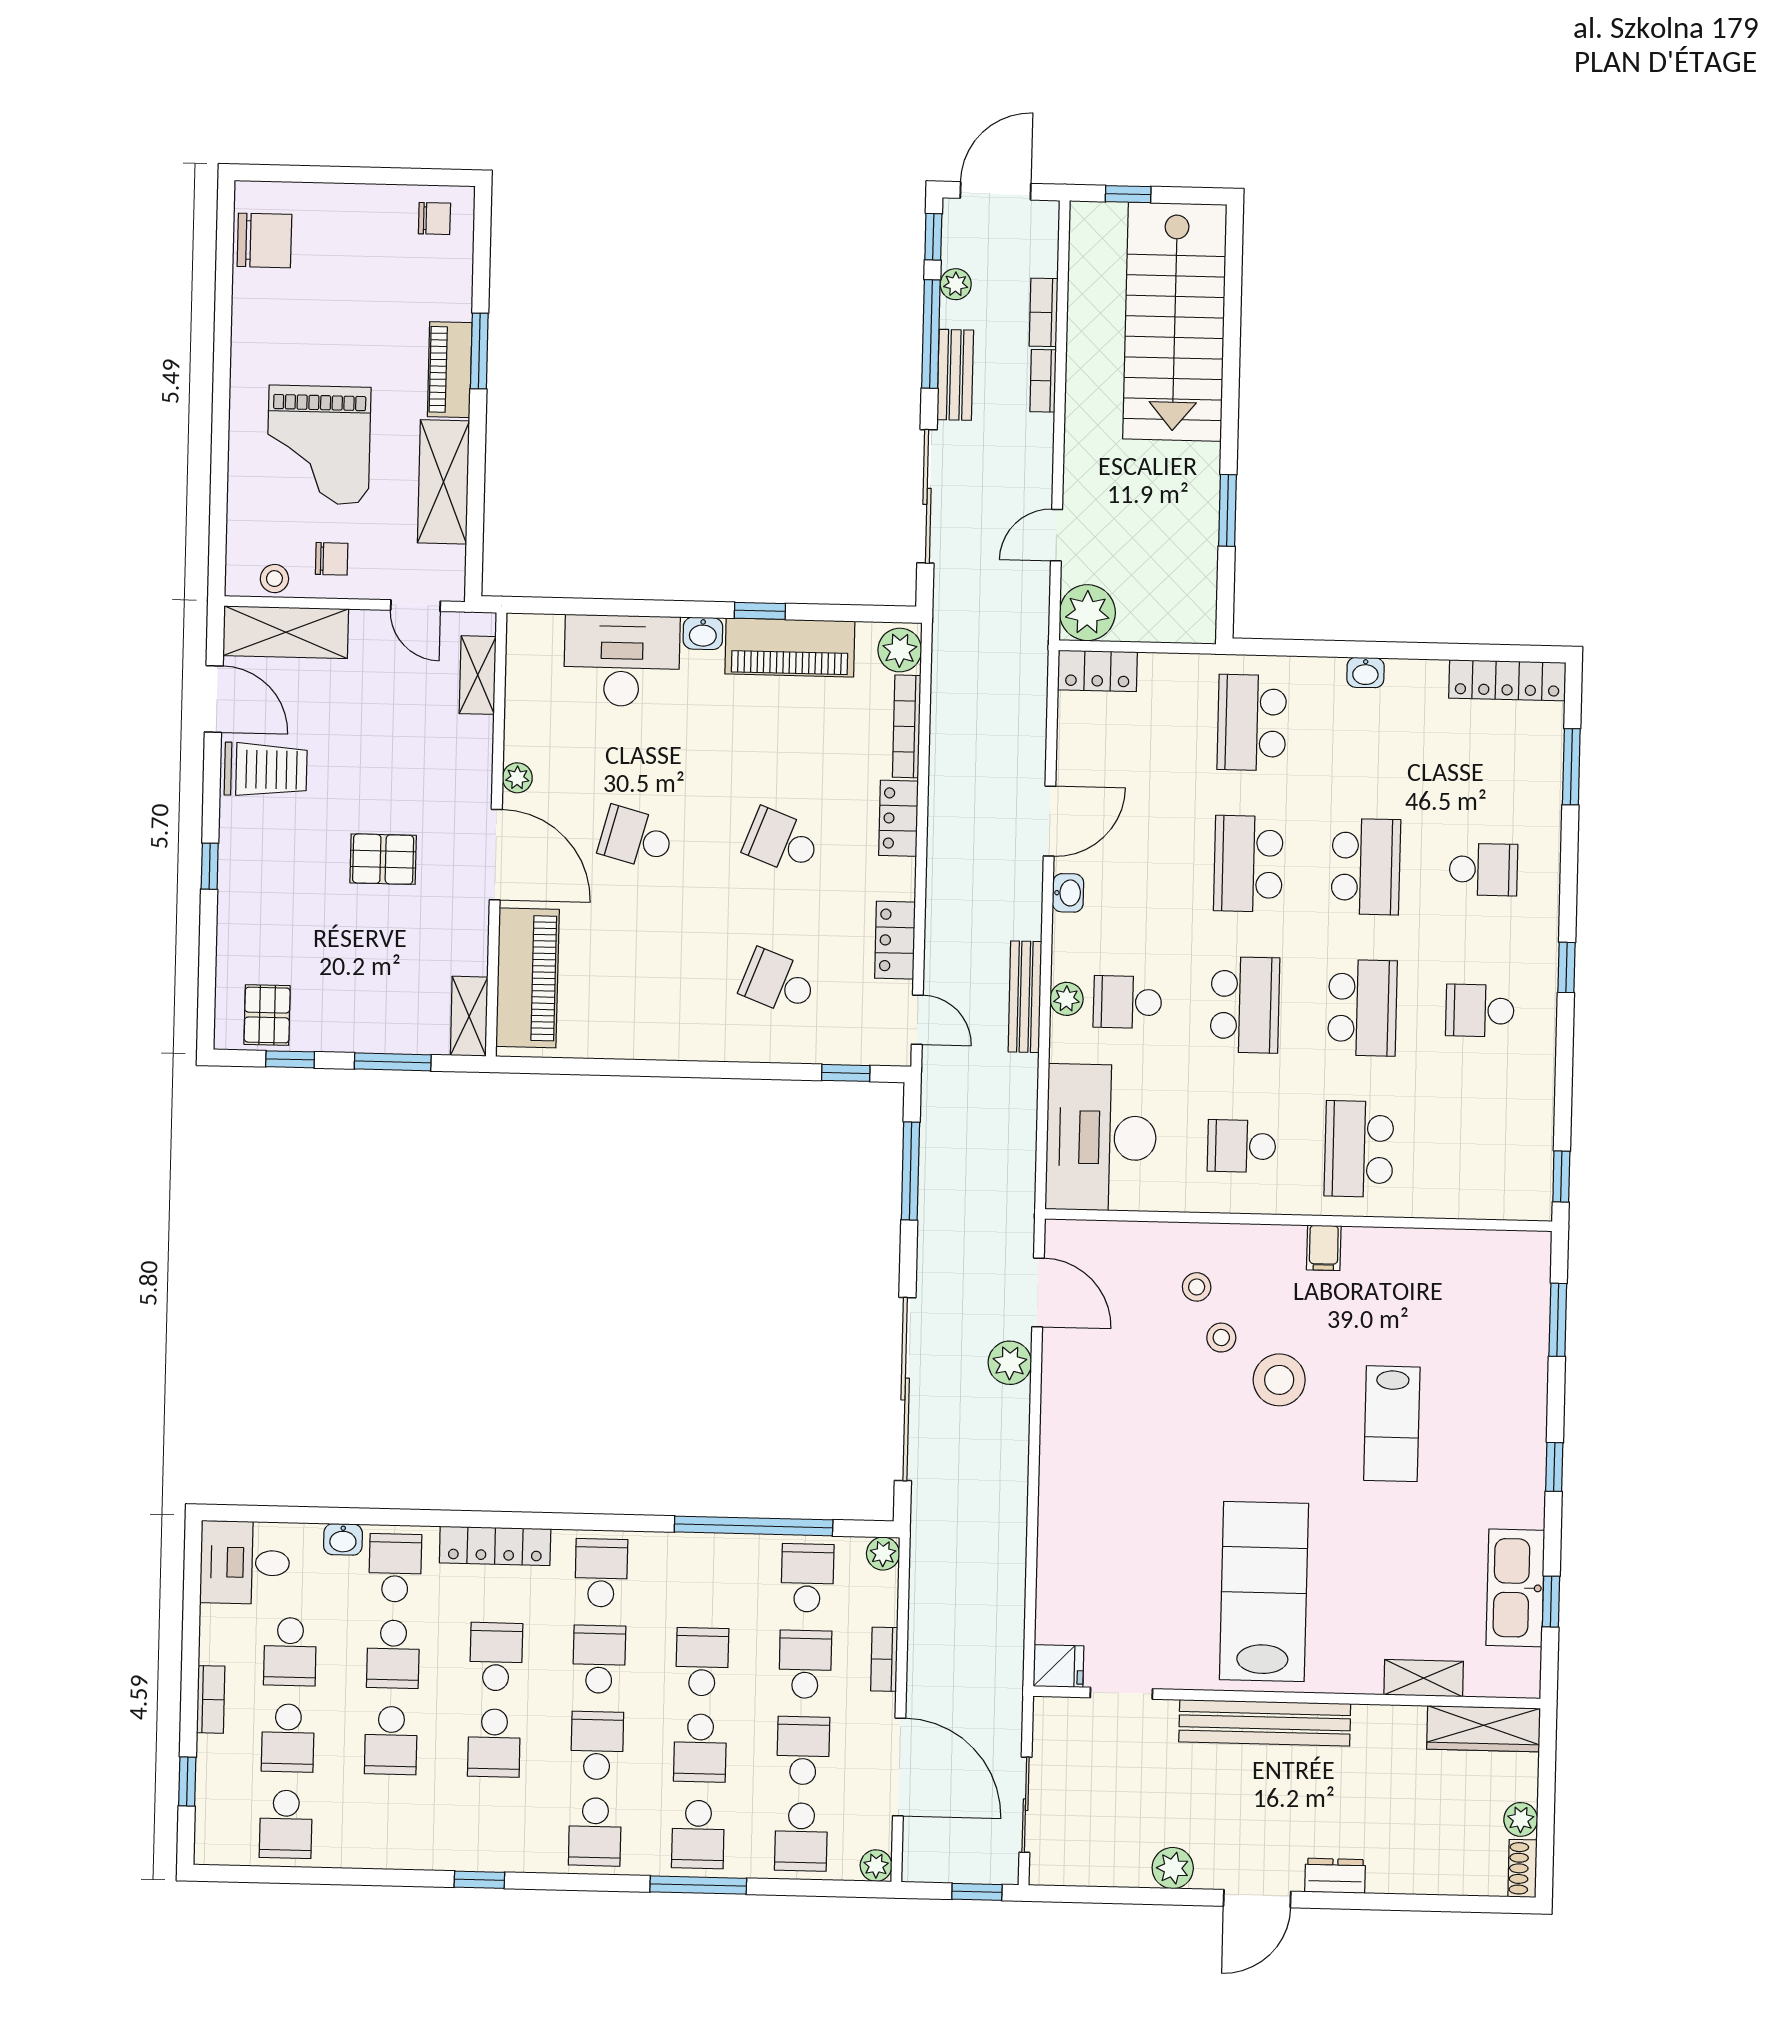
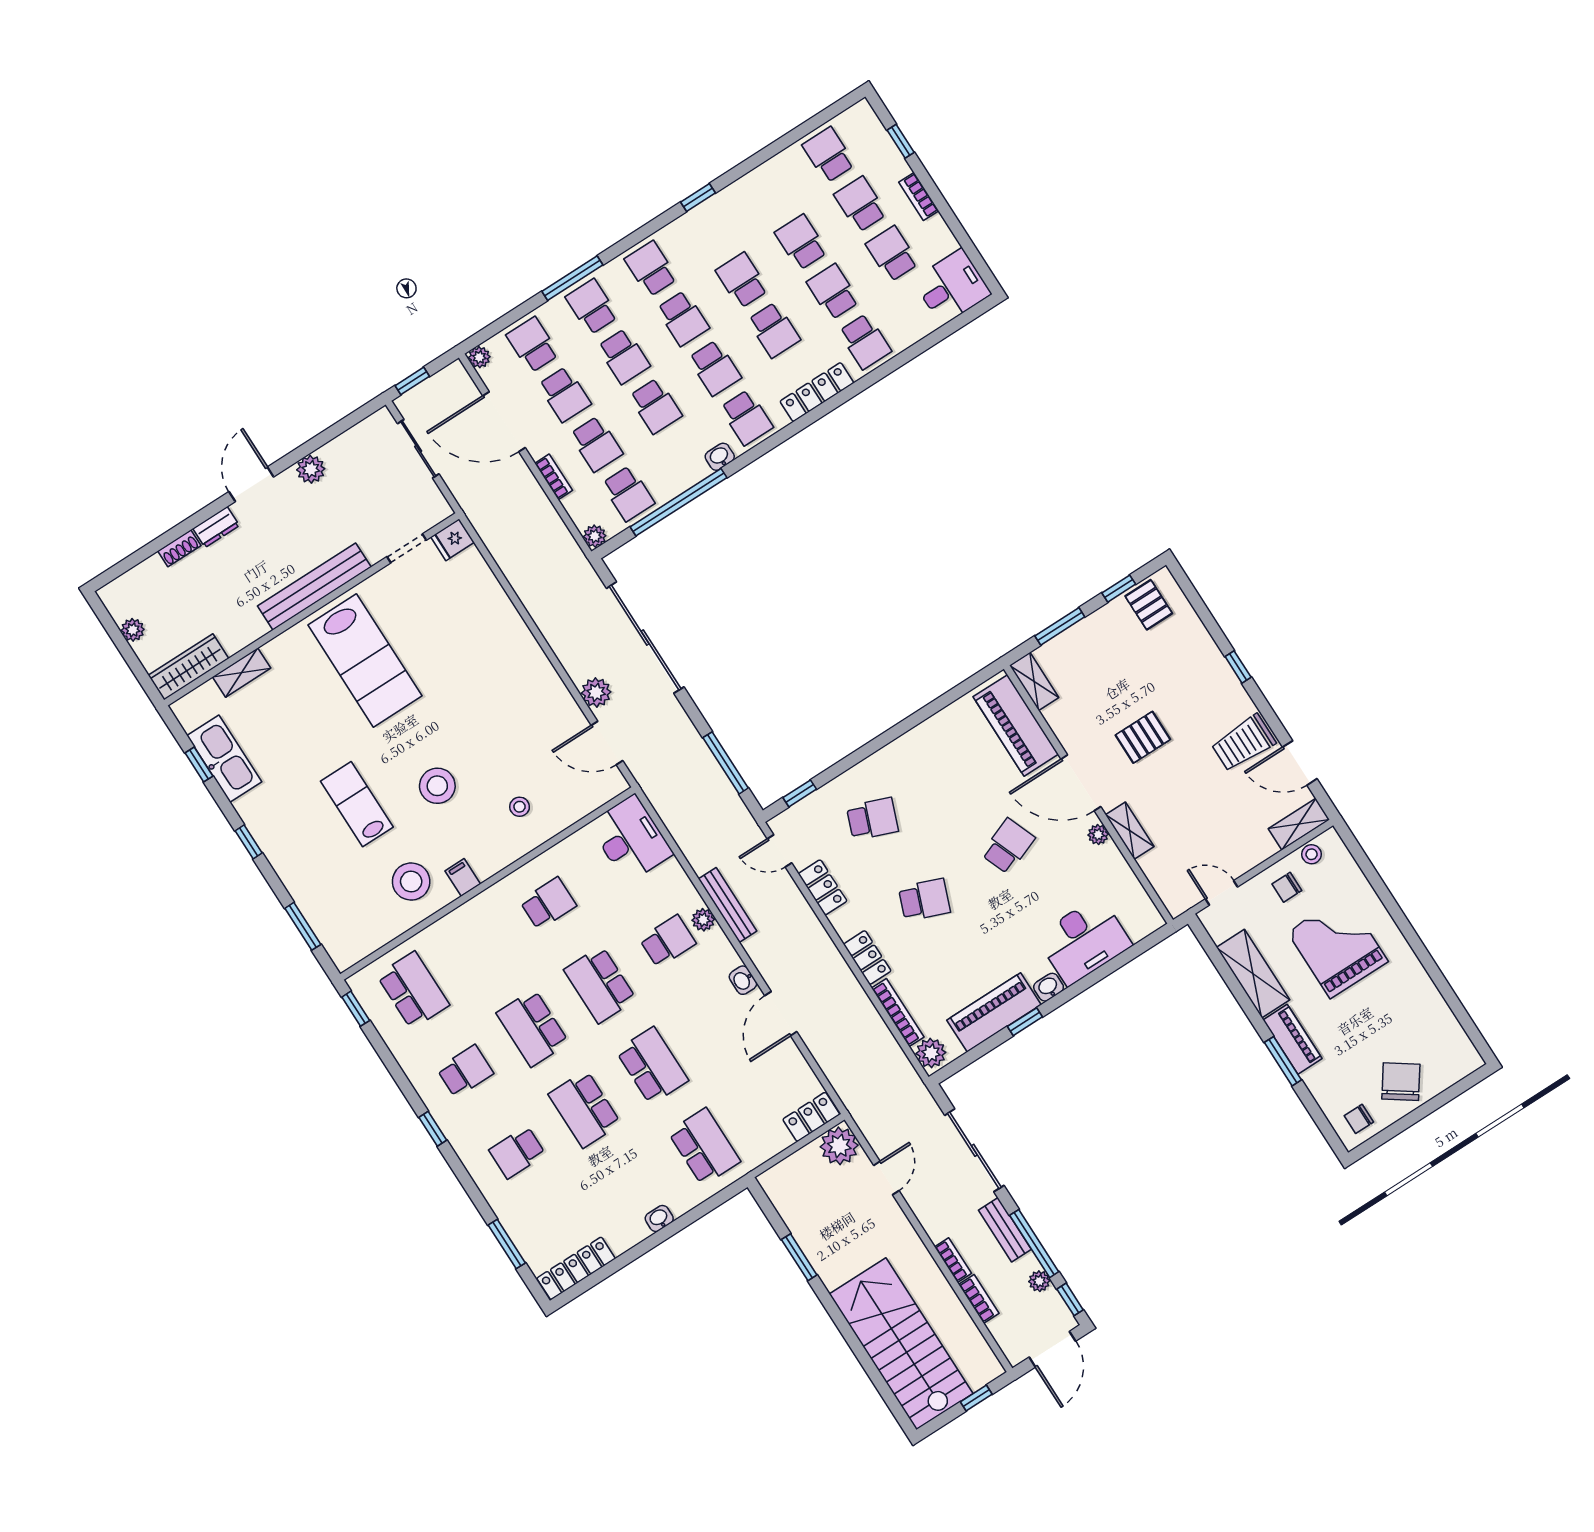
chair: (264, 240) -> (1401, 1082), moved, turned 125
shelving: (286, 632) -> (1299, 824), width x0.67, depth x0.75
shelving: (478, 675) -> (1130, 831), moved
school desk: (636, 838) -> (1008, 846), turned -36
desk: (1101, 1138) -> (631, 839), width x0.73, depth x0.77
school desk: (1359, 1149) -> (413, 990), moved
stool: (1221, 1338) -> (411, 882), moved, width x1.89, depth x1.89
washbasin: (343, 1539) -> (720, 457), moved
school desk: (700, 1748) -> (624, 356), turned 180
shoe rack: (1522, 1868) -> (179, 548), moved, turned 90

